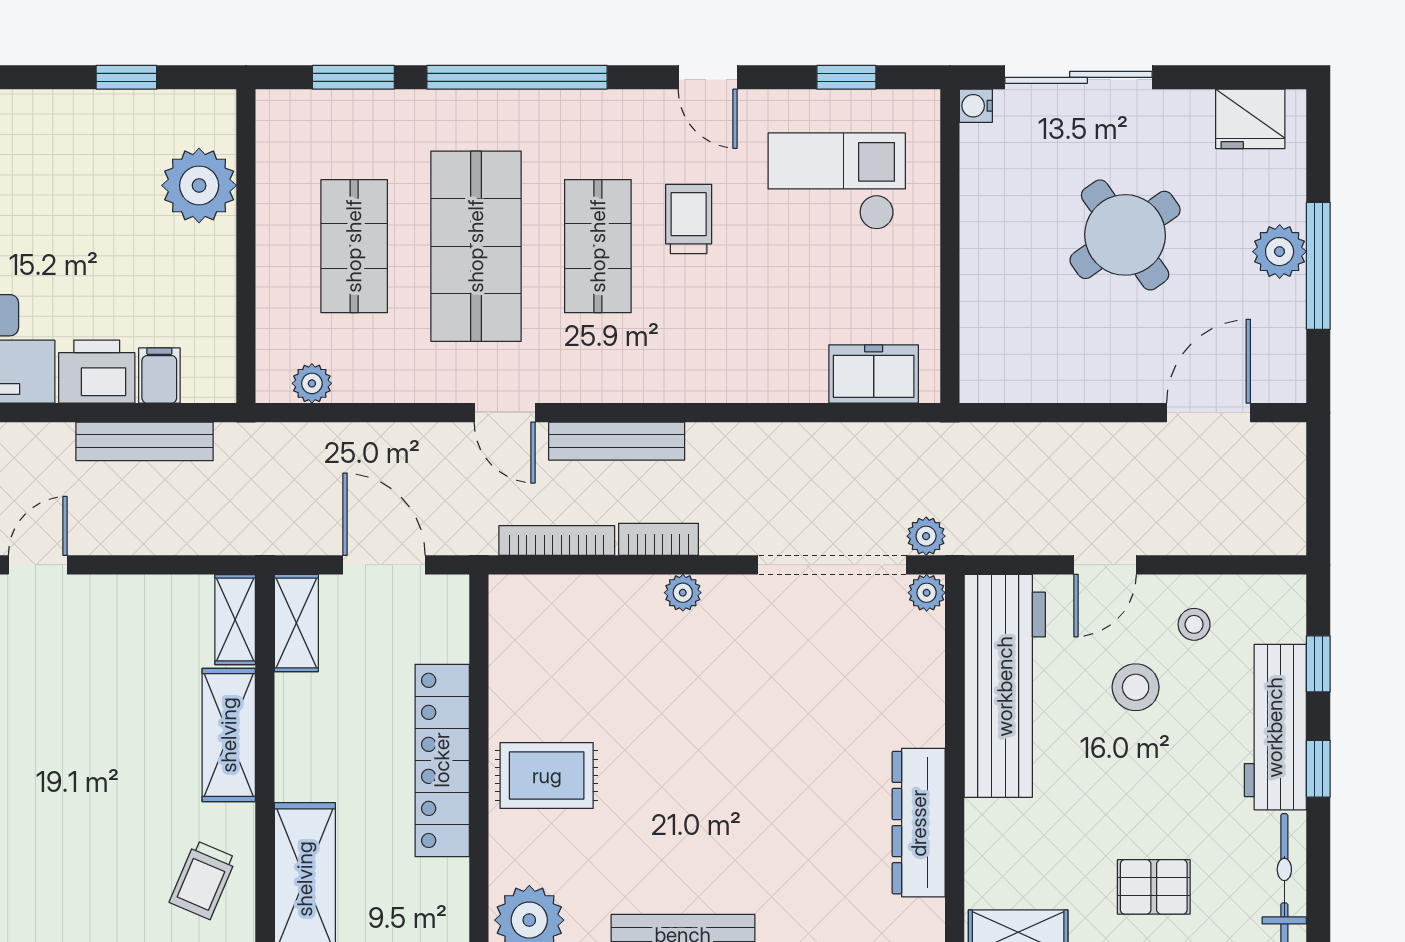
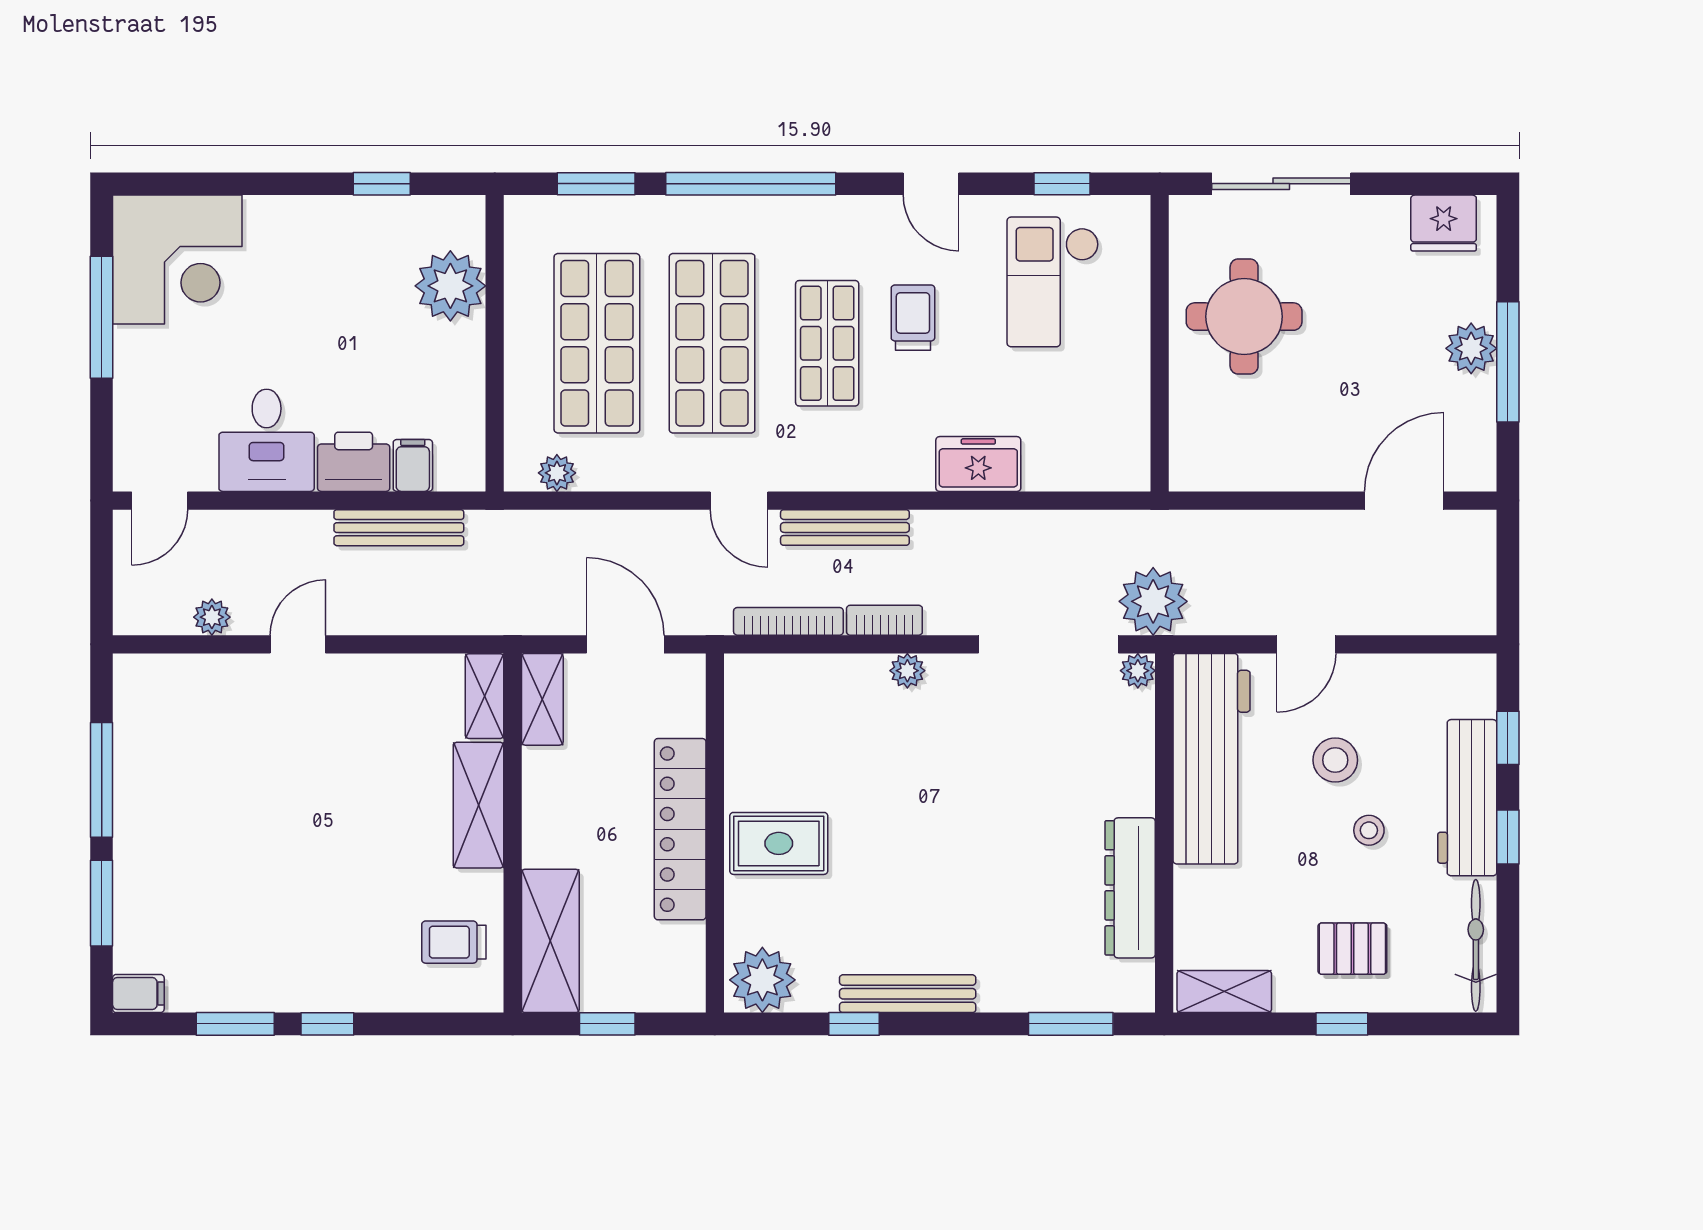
water cooler: (976, 106) -> (1184, 211), removed
checkout: (837, 181) -> (1053, 282), turned -90
round table: (1125, 235) -> (1244, 317), moved, turned 35
shop shelf: (354, 246) -> (597, 343), width x1.43, depth x1.36
freezer: (874, 374) -> (978, 464), moved
plant: (926, 536) -> (1153, 601), width x1.87, depth x1.87
stool: (1194, 624) -> (1369, 830), moved
trolley: (203, 880) -> (454, 942), turned 67

